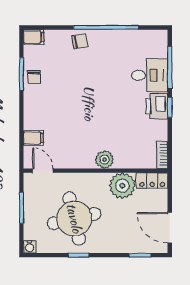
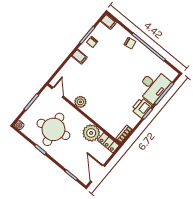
desk: (150, 75) -> (153, 86), width x1.37
filing cabinet: (33, 138) -> (79, 57), moved
plant: (105, 160) -> (80, 102), moved

